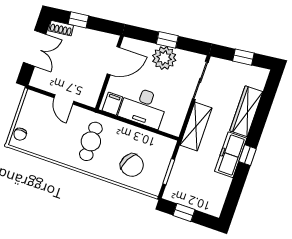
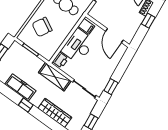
window: (167, 40) -> (111, 87), moved
plant: (164, 58) -> (106, 69), removed
printer: (170, 126) -> (60, 60), added
freezer: (231, 155) -> (20, 87), moved

